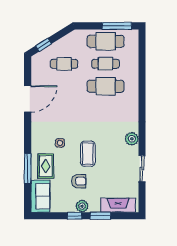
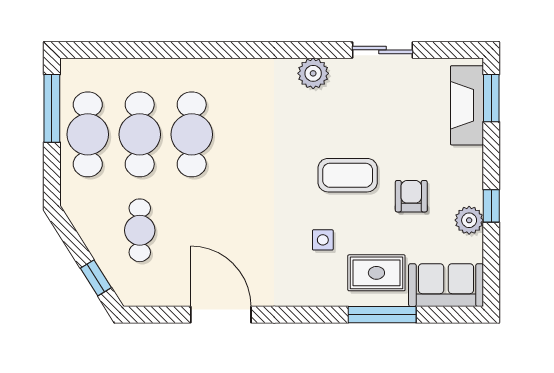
cafe table: (106, 64) -> (140, 134), width x1.37, depth x1.35
plant: (82, 206) -> (469, 220), moved
window: (100, 216) -> (491, 98), moved

